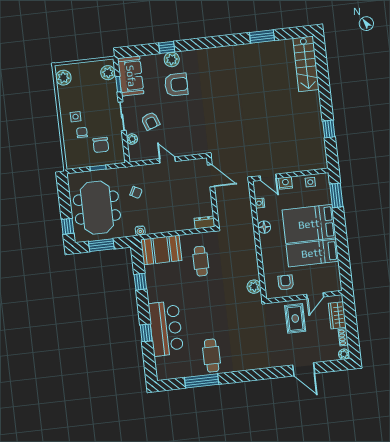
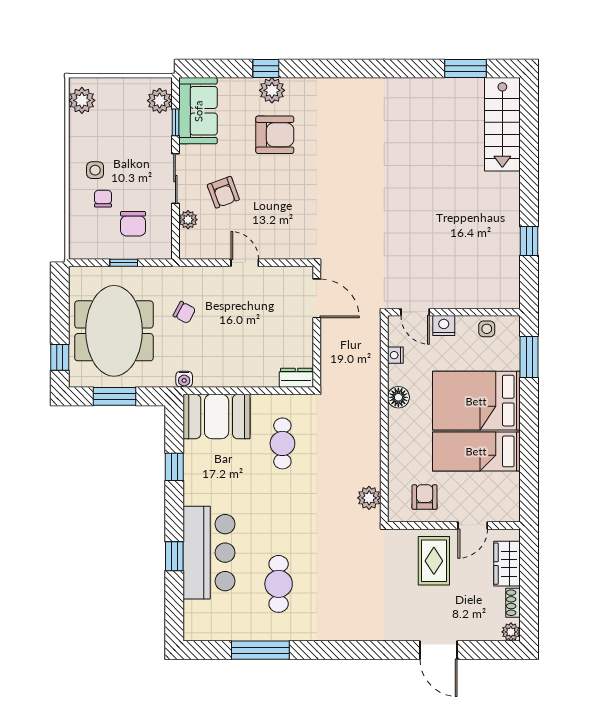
window: (262, 36) -> (466, 69), moved
cafe table: (212, 356) -> (279, 584), moved

